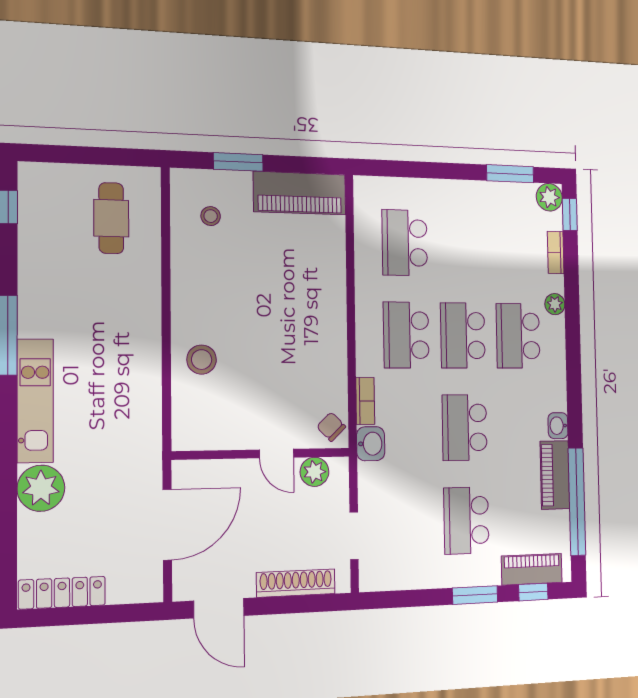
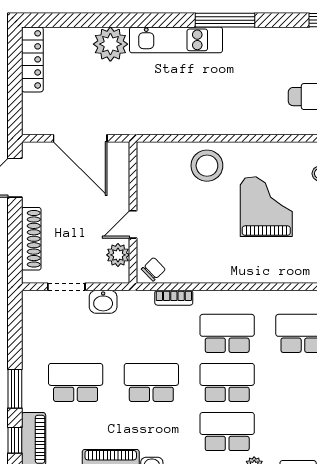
grand piano: (253, 285) -> (266, 207), added
stool: (202, 360) -> (207, 166), width x1.38, depth x1.38
washbasin: (371, 444) -> (103, 302), moved

